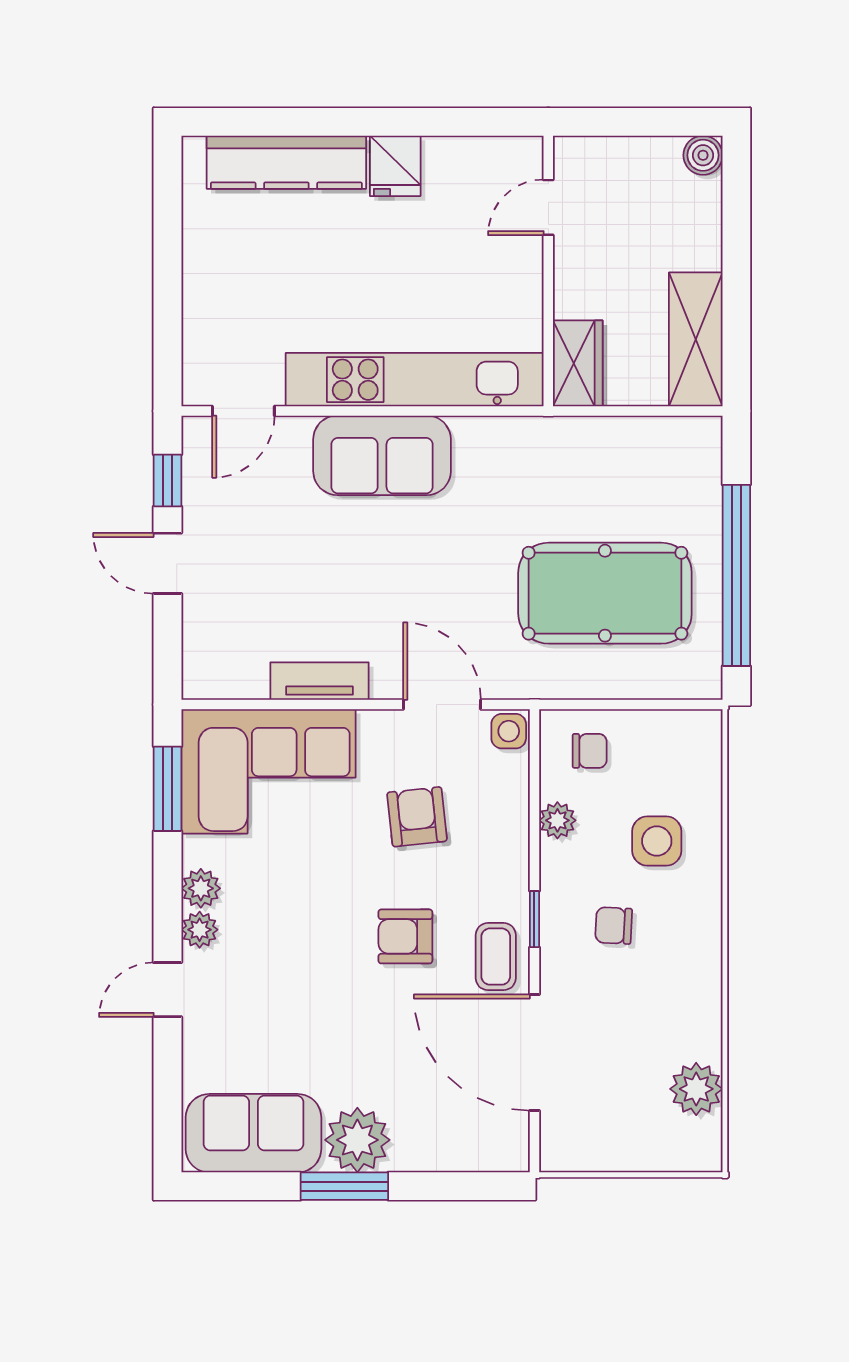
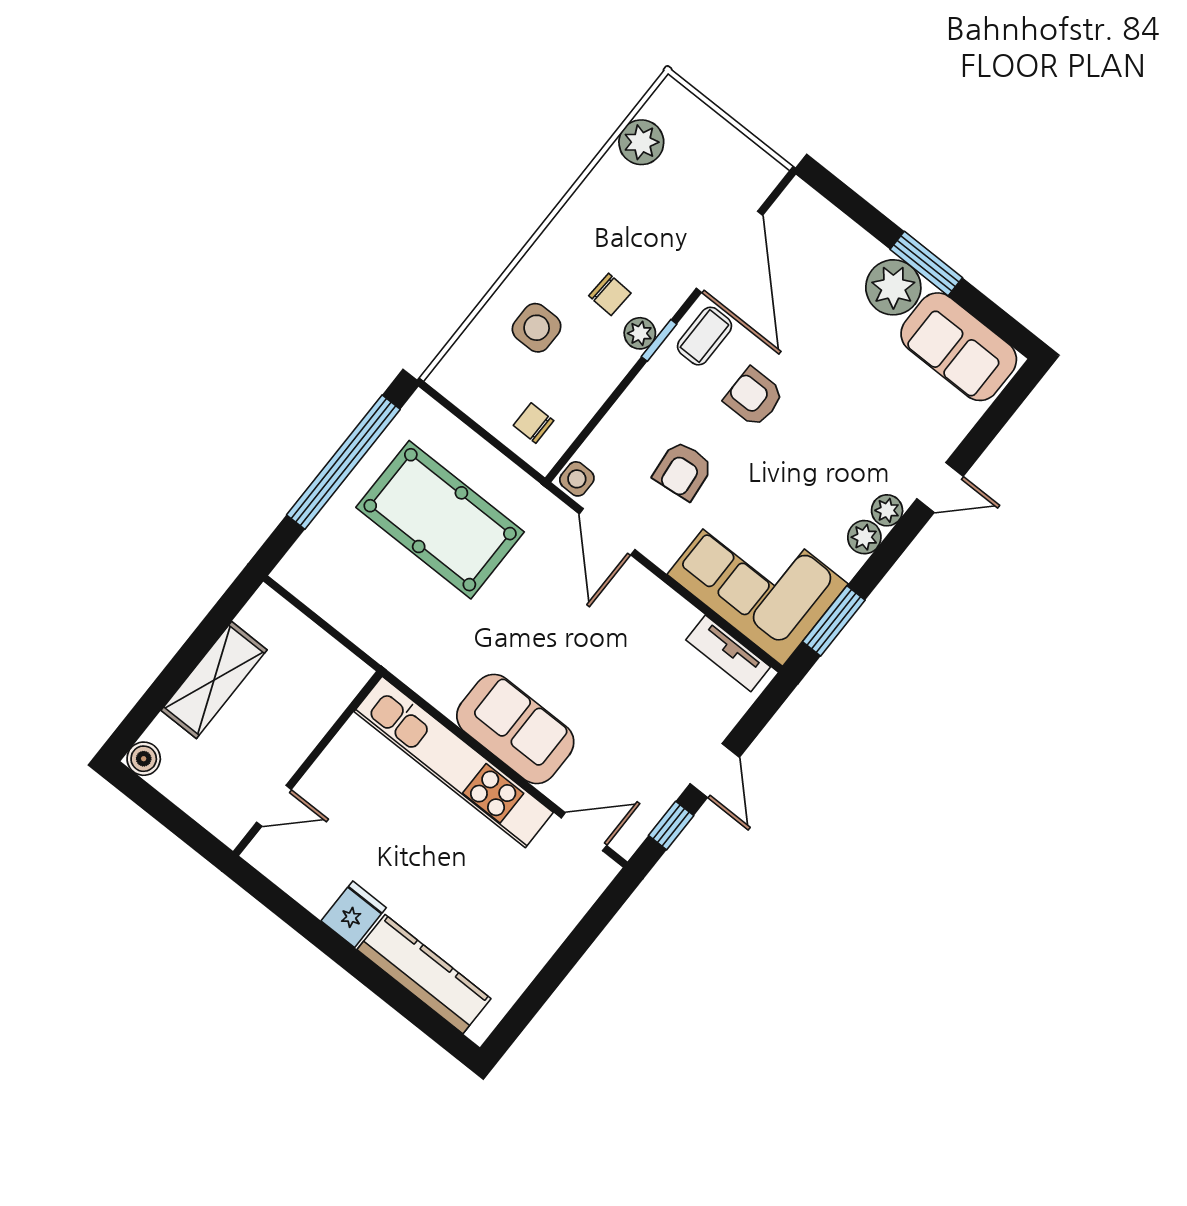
shelving: (696, 339) -> (214, 680), moved
wardrobe: (578, 363) -> (337, 687), removed
tv unit: (320, 681) -> (728, 653), moved
plant: (557, 820) -> (640, 333), moved
armchair: (405, 936) -> (754, 397), turned 180

